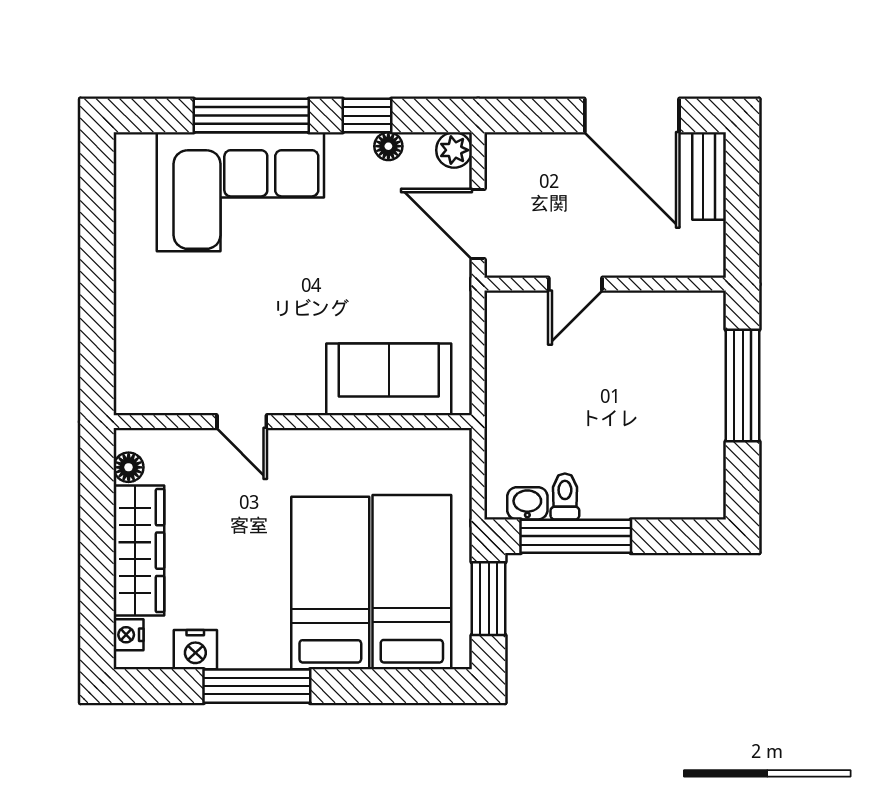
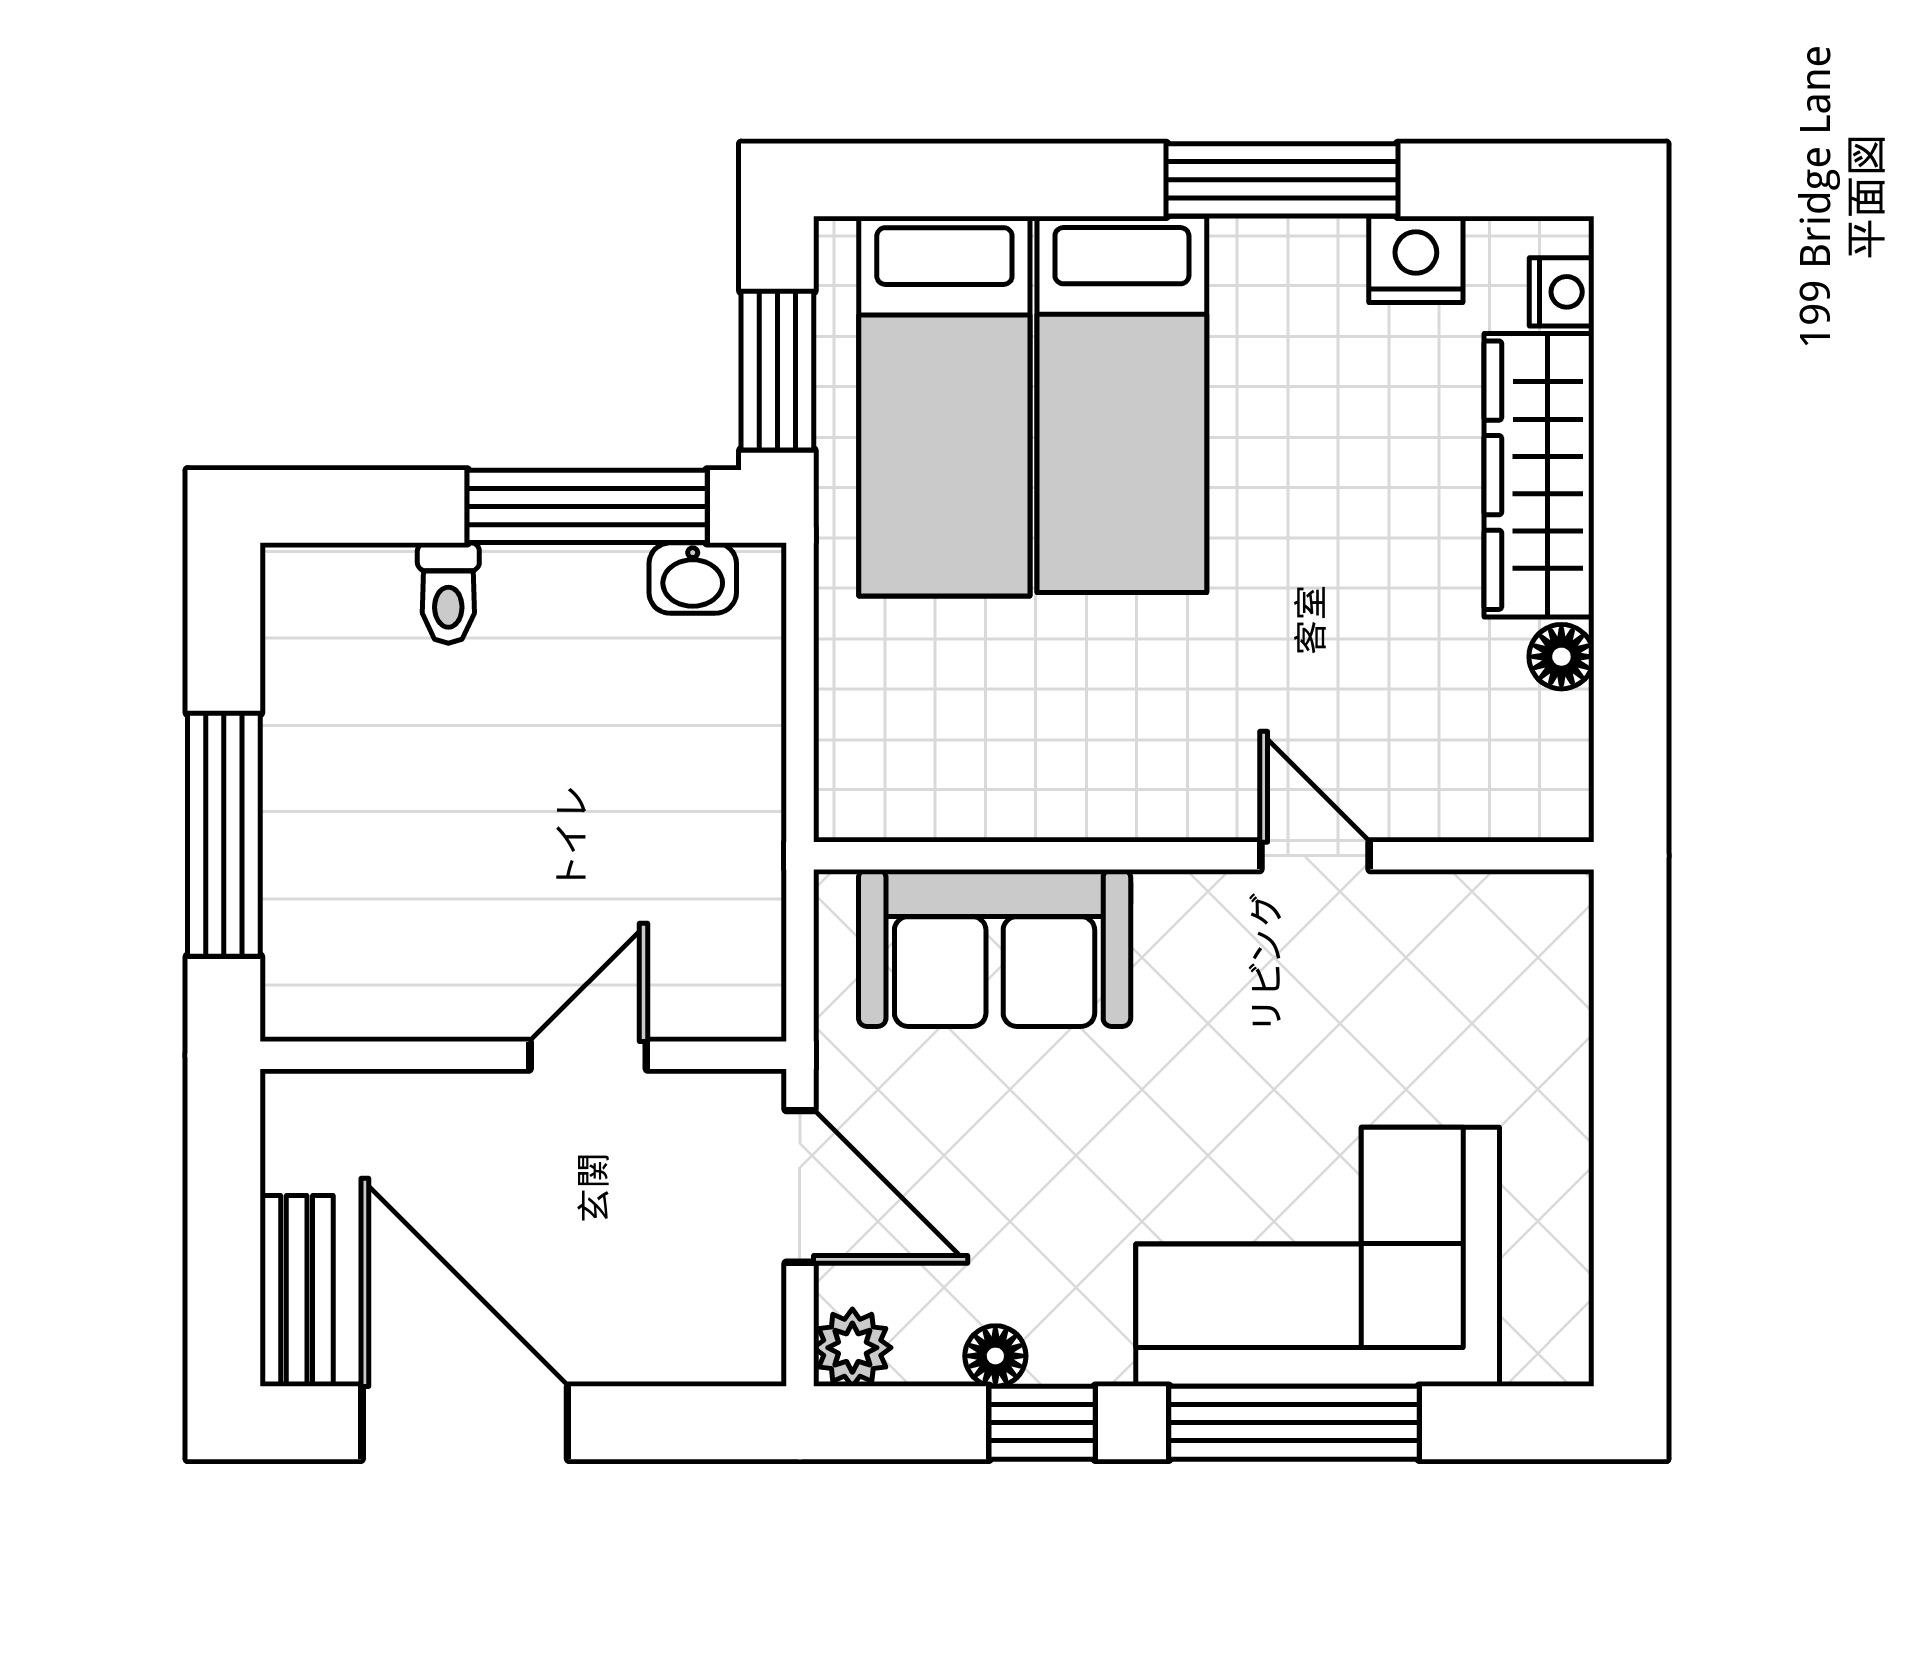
sofa: (389, 379) -> (995, 948), moved
door: (242, 422) -> (1315, 856), moved
wall: (293, 422) -> (1204, 856), moved
toilet: (565, 496) -> (448, 593), moved

